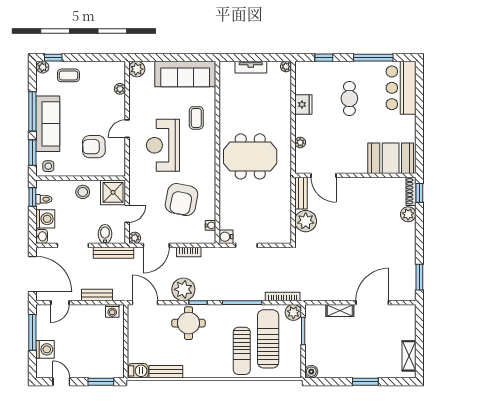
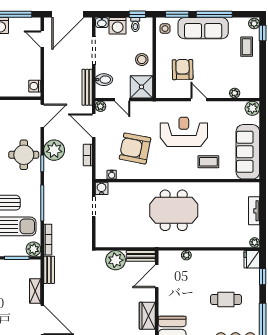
fridge: (303, 105) -> (252, 259), moved, turned 90
meeting table: (250, 156) -> (174, 210), turned 90
wardrobe: (367, 186) -> (147, 316), added
bench: (97, 295) -> (49, 270), moved

